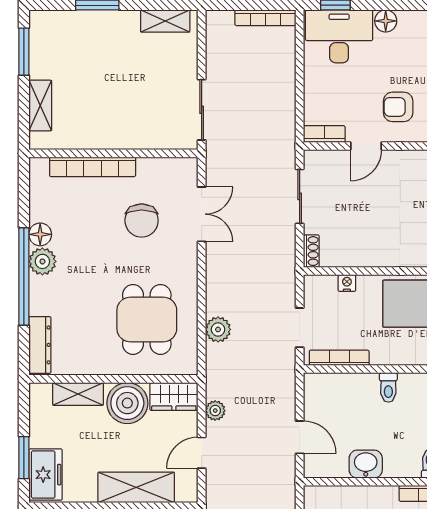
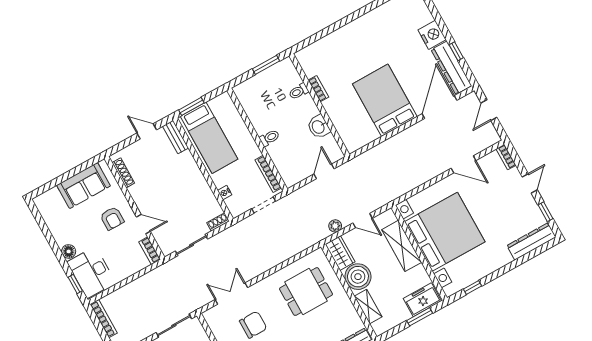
plant: (218, 329) -> (290, 249), removed

